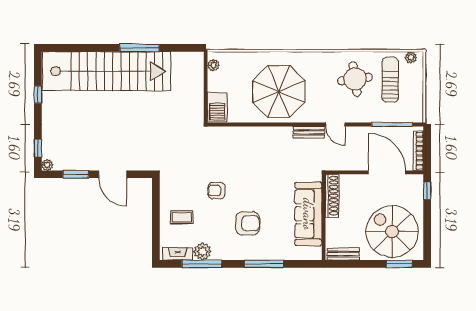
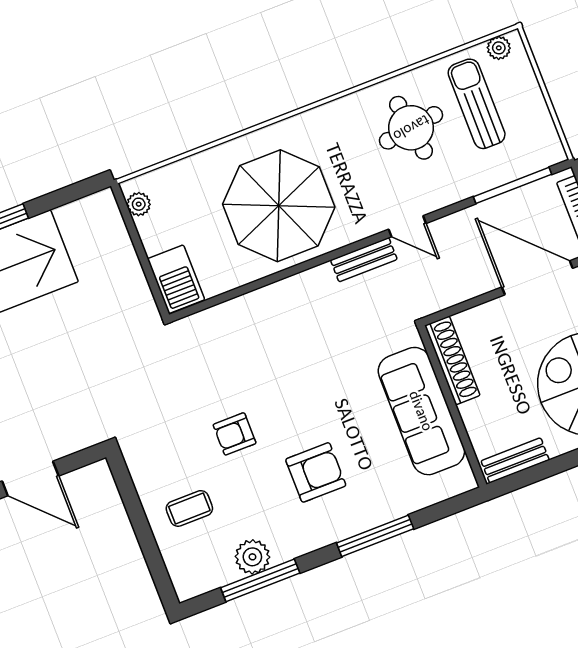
fireplace: (178, 254) -> (208, 579), removed

